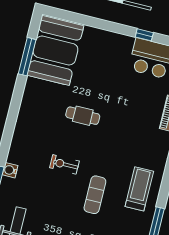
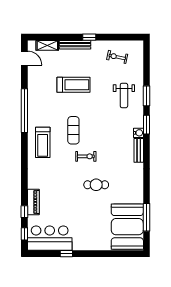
bench: (16, 147) -> (139, 150), added
exercise bike: (64, 164) -> (86, 156), moved

